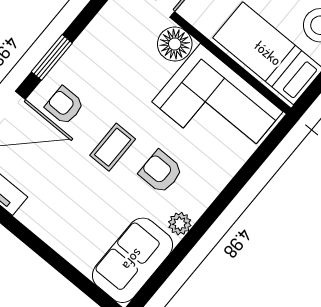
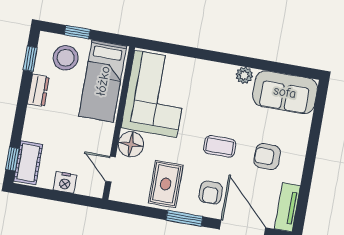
rug: (105, 58) -> (166, 184), added
armchair: (161, 172) -> (267, 157), moved, turned 90

